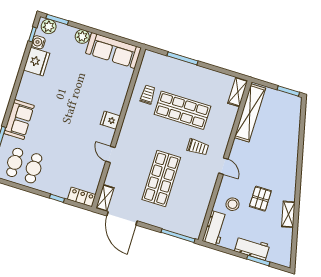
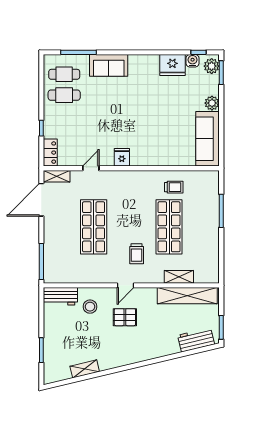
shelving: (238, 92) -> (179, 277), moved
fridge: (110, 120) -> (122, 157), moved
door: (110, 154) -> (91, 168), moved
shop shelf: (161, 179) -> (94, 227), turned 90
pallet: (260, 199) -> (125, 317), moved
shelving: (288, 214) -> (85, 369), moved
workbench: (252, 248) -> (196, 340), moved, turned -103

